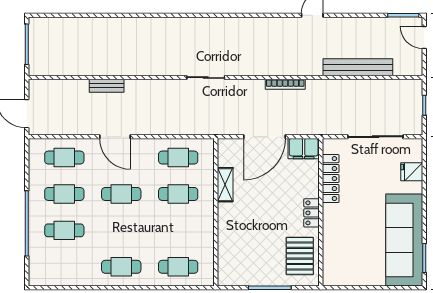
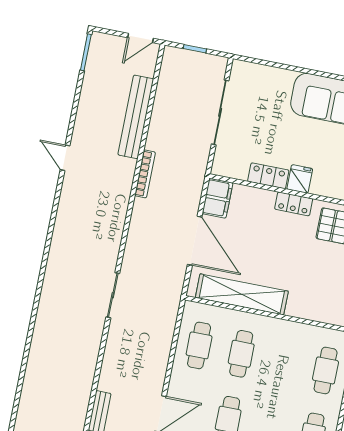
door: (424, 37) -> (141, 38), moved
bookcase: (285, 84) -> (145, 174), moved
fridge: (412, 172) -> (300, 179), moved, turned 180
locker: (331, 179) -> (268, 176), width x0.66
shelving: (225, 185) -> (242, 294), width x2.20, depth x1.33

